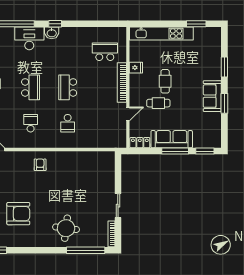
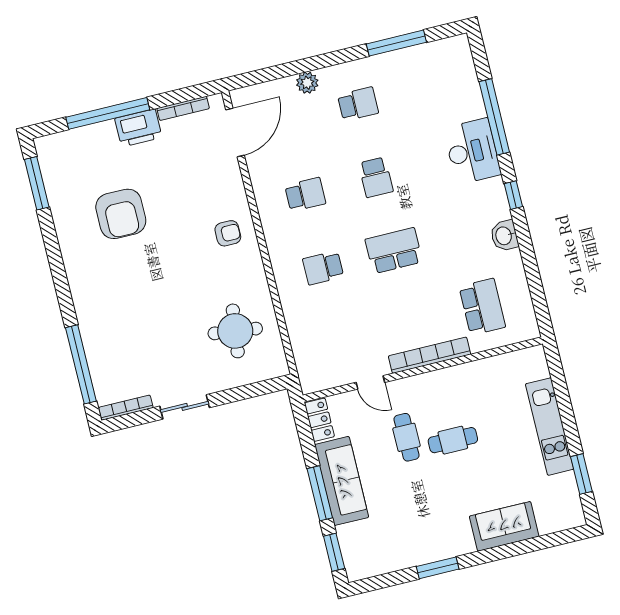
washbasin: (52, 33) -> (504, 236), moved
kitchen unit: (161, 34) -> (549, 427), width x0.73
window: (224, 67) -> (510, 550), removed
fridge: (136, 68) -> (466, 376), removed
school desk: (31, 87) -> (376, 177), width x0.54
sofa: (212, 96) -> (504, 526), moved
round table: (66, 228) -> (235, 331), moved

